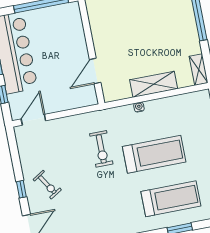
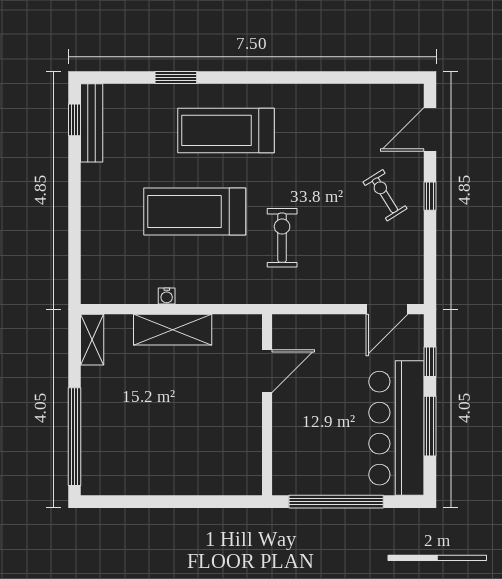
water cooler: (139, 107) -> (167, 296), moved
treadmill: (171, 199) -> (226, 130), moved

